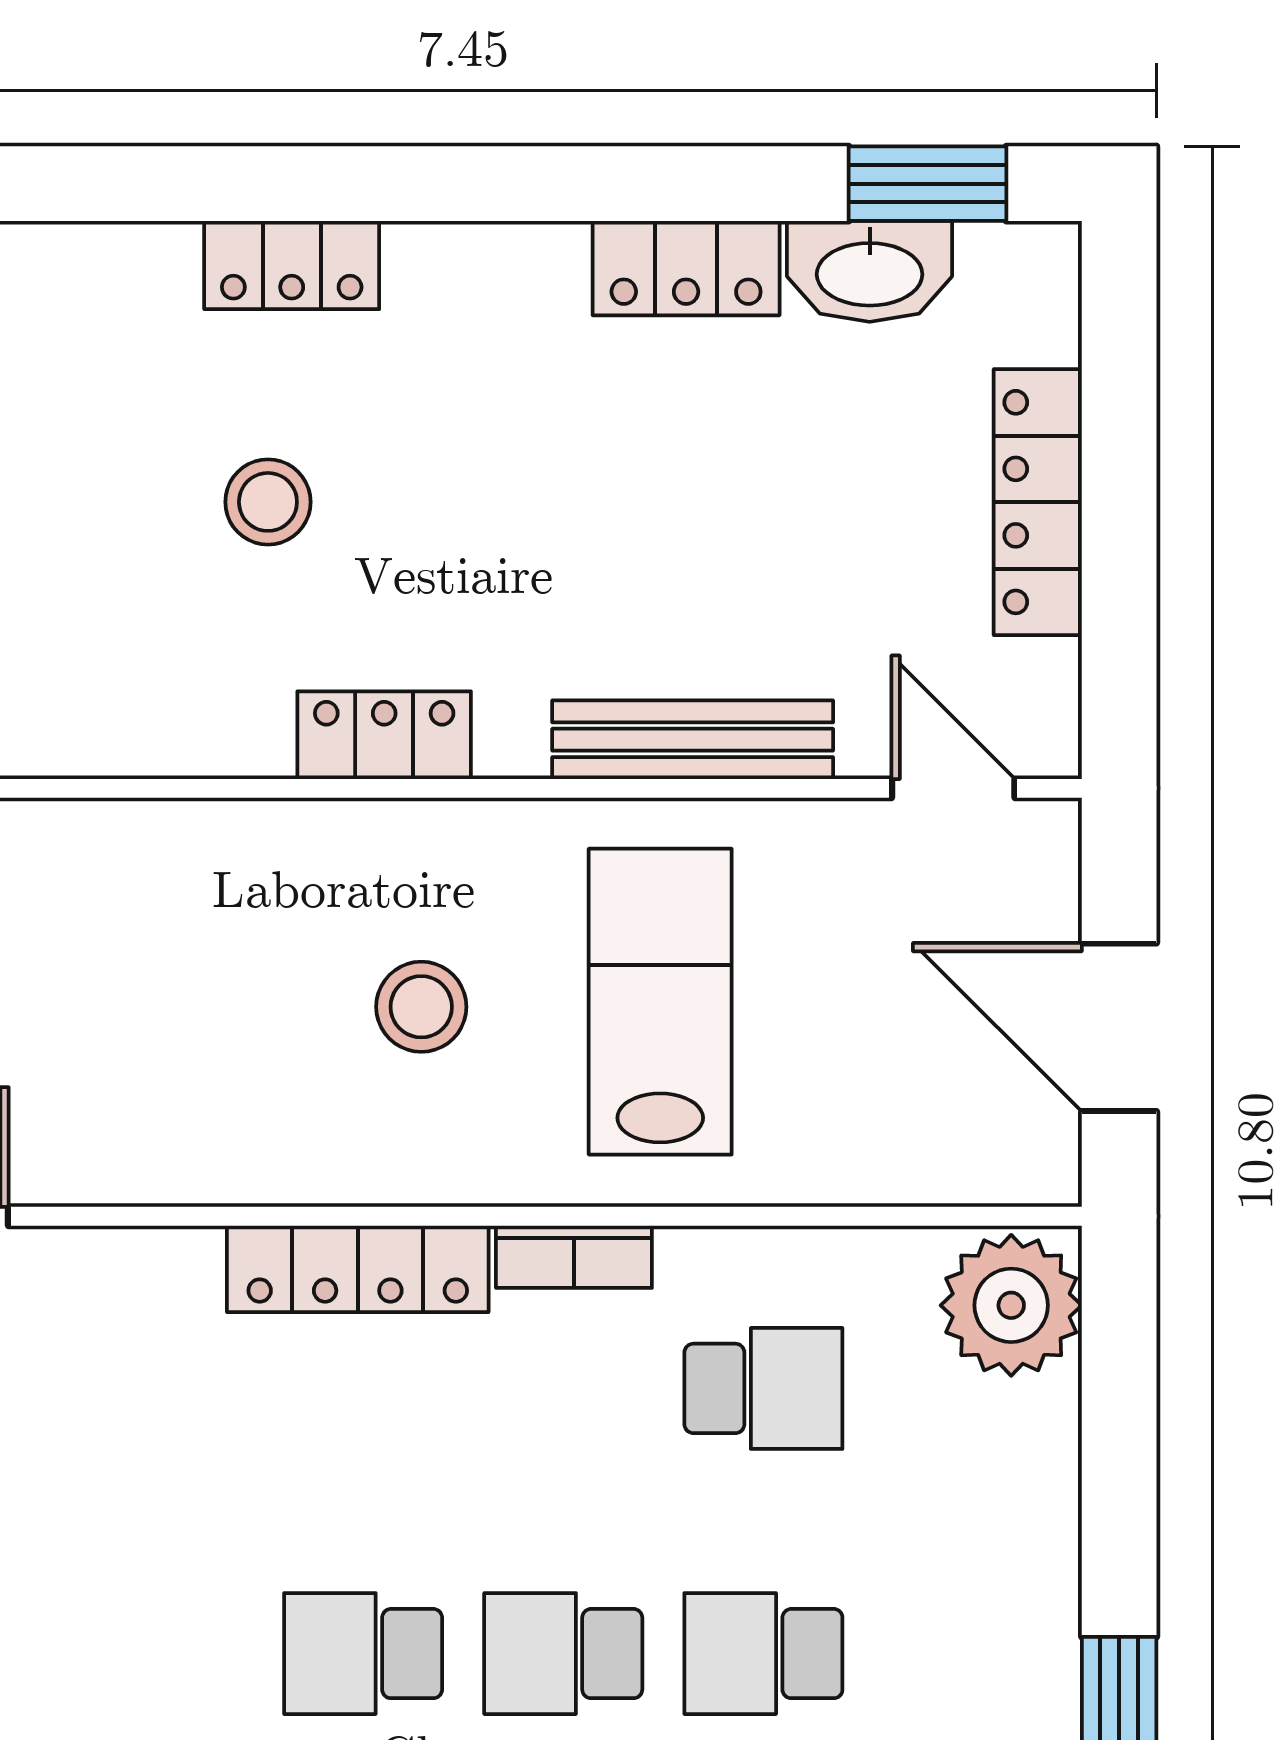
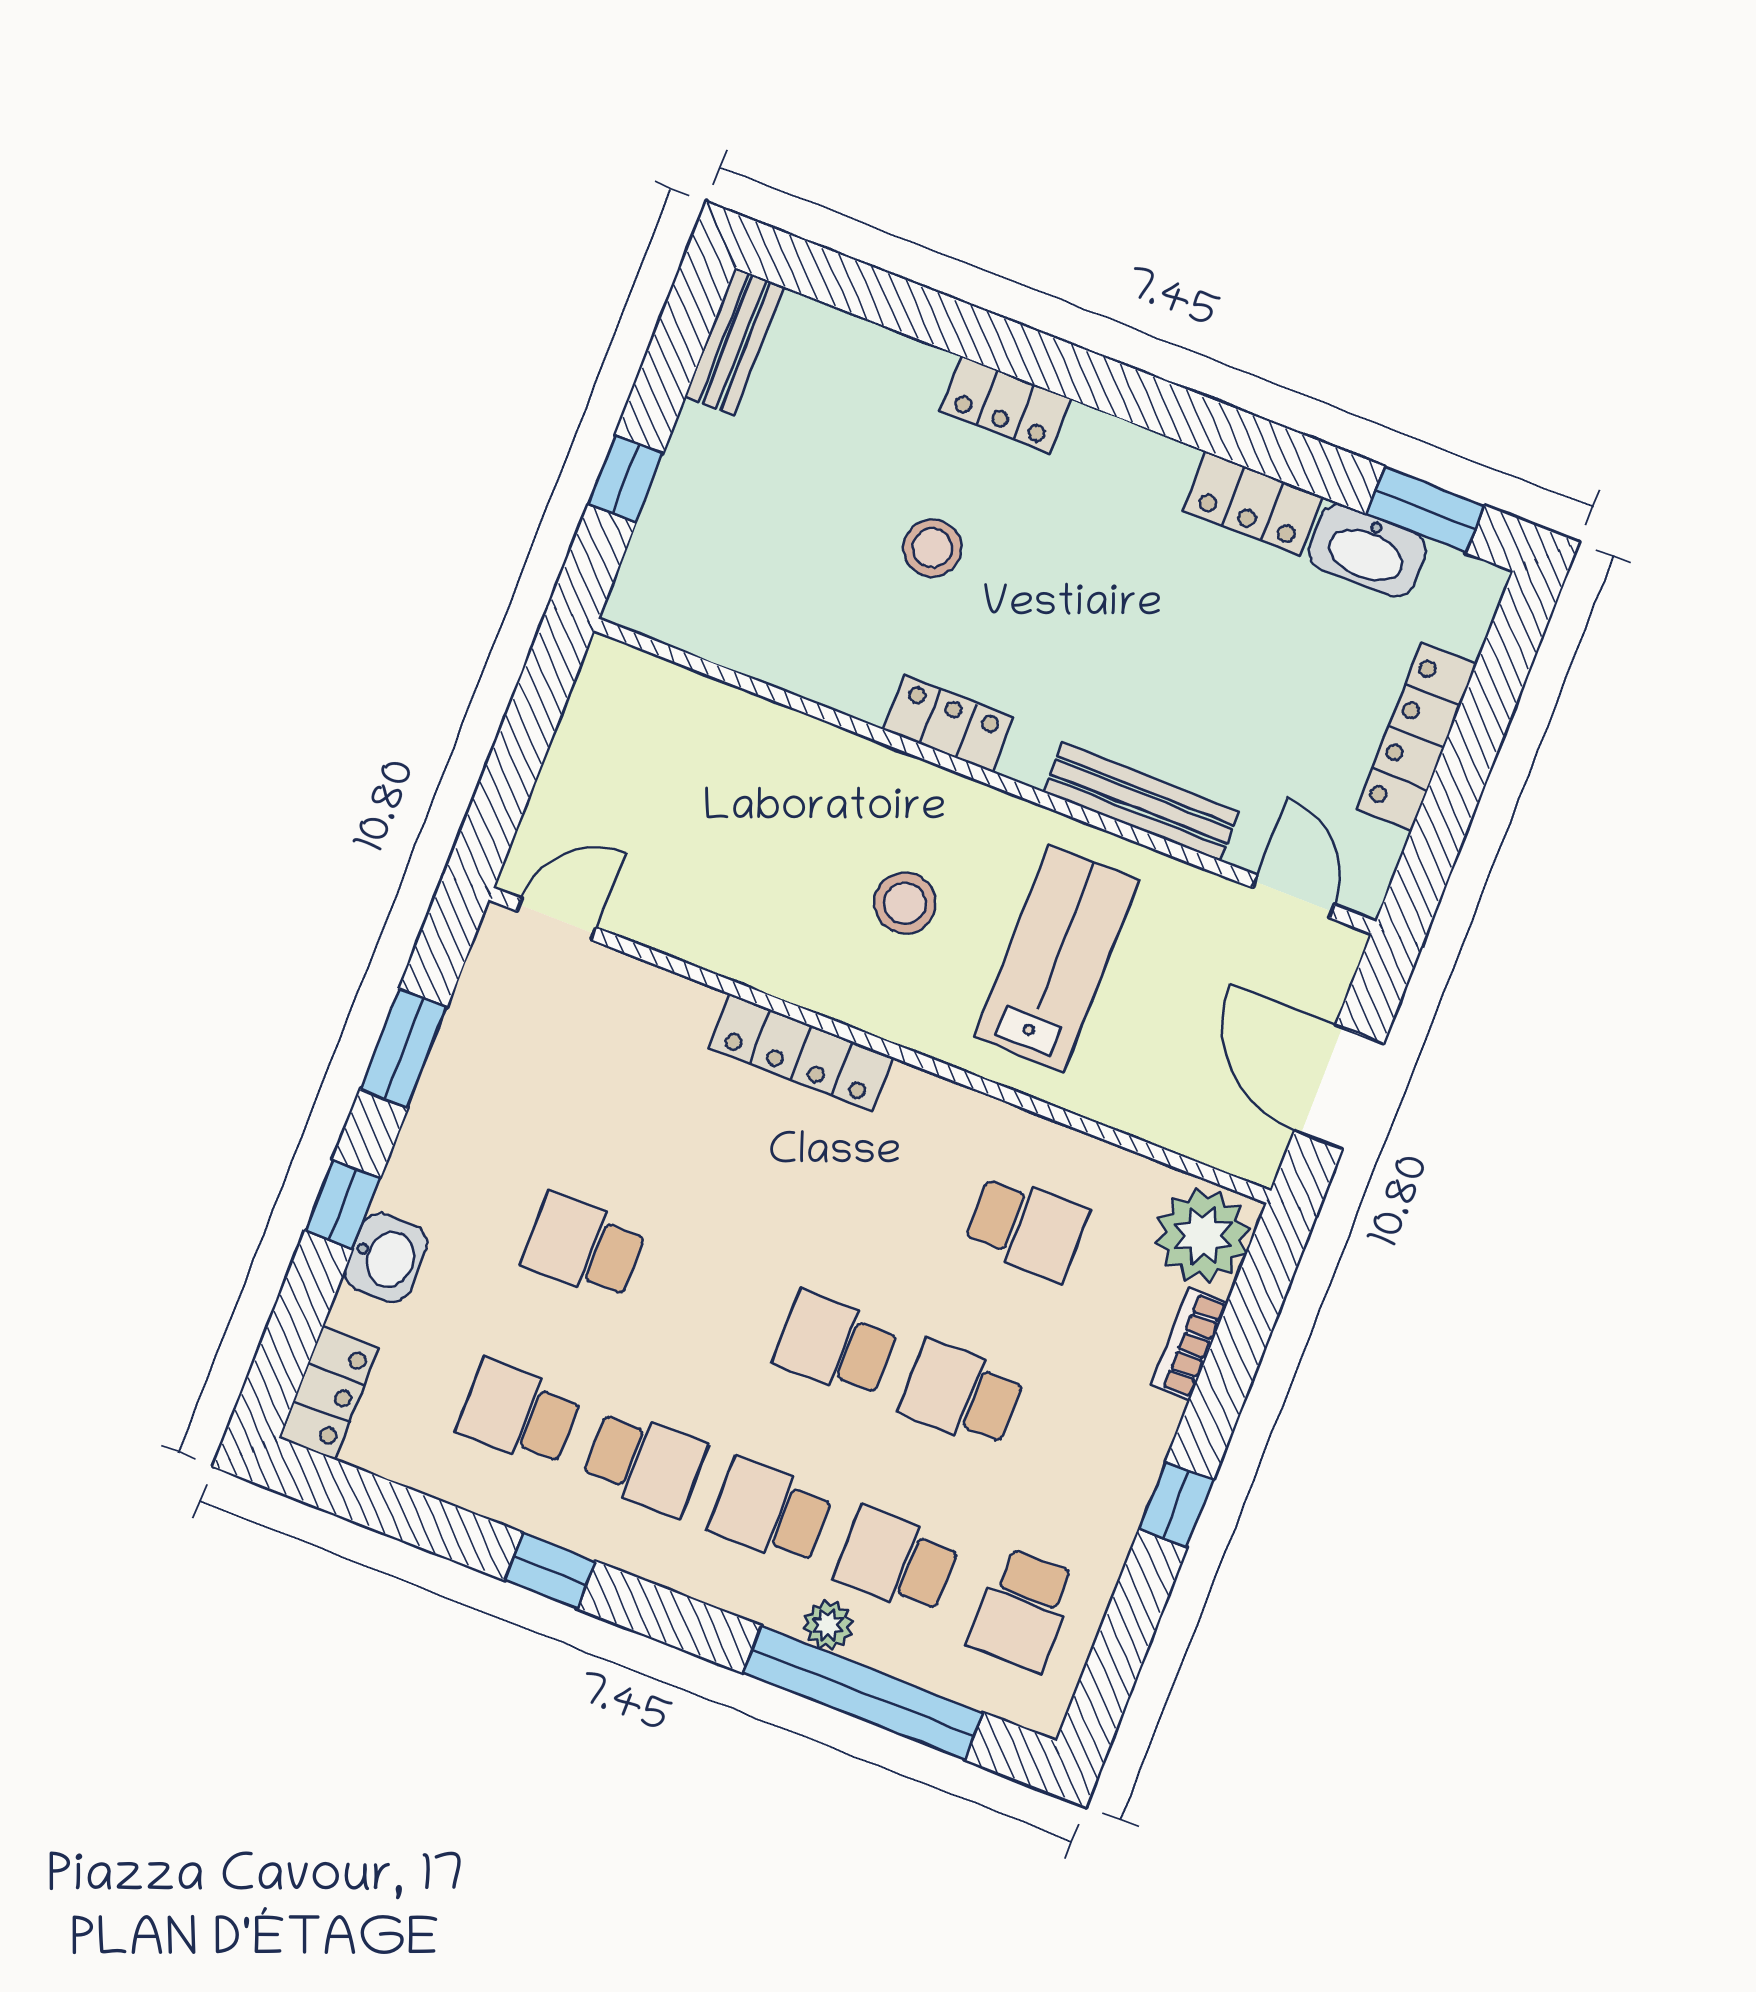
bookcase: (574, 1257) -> (1189, 1344), moved, turned 90
school desk: (363, 1654) -> (584, 1247), moved

